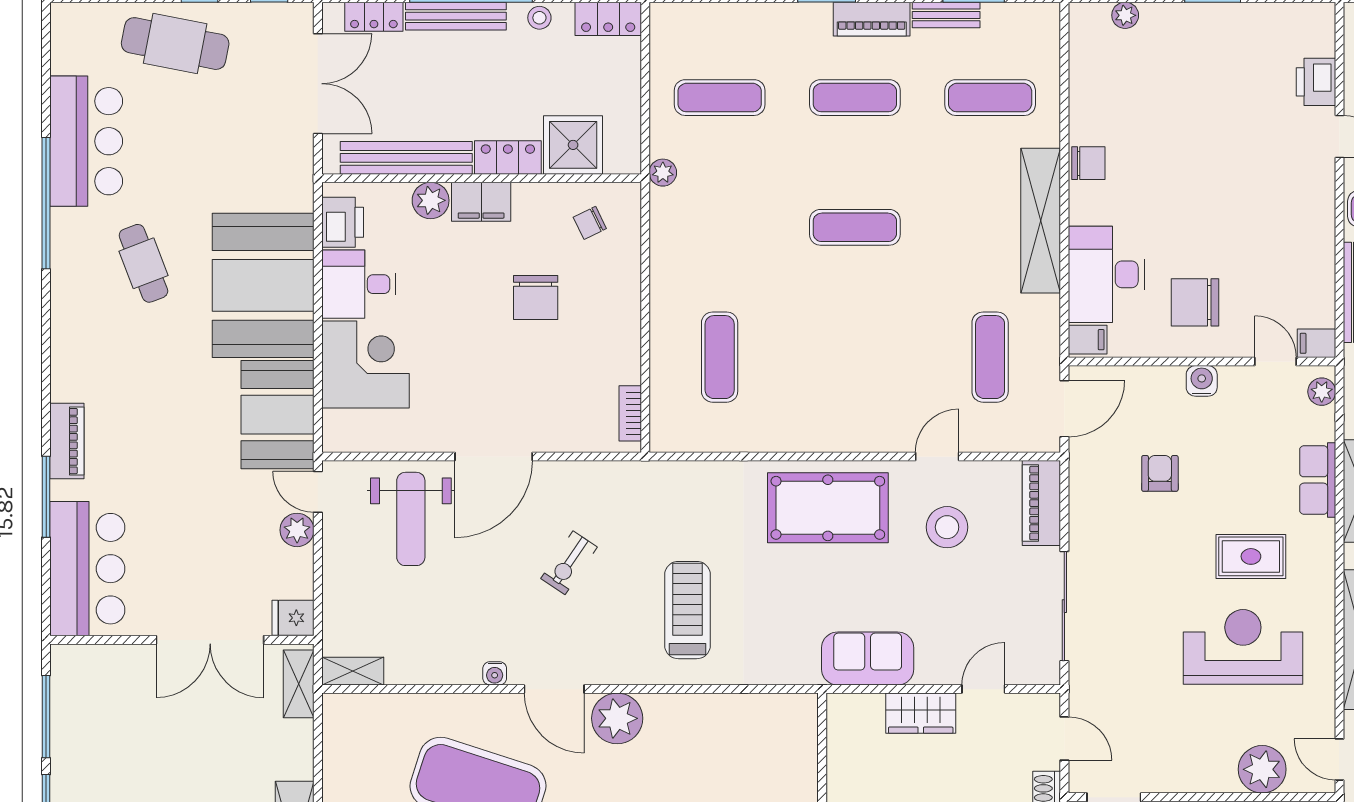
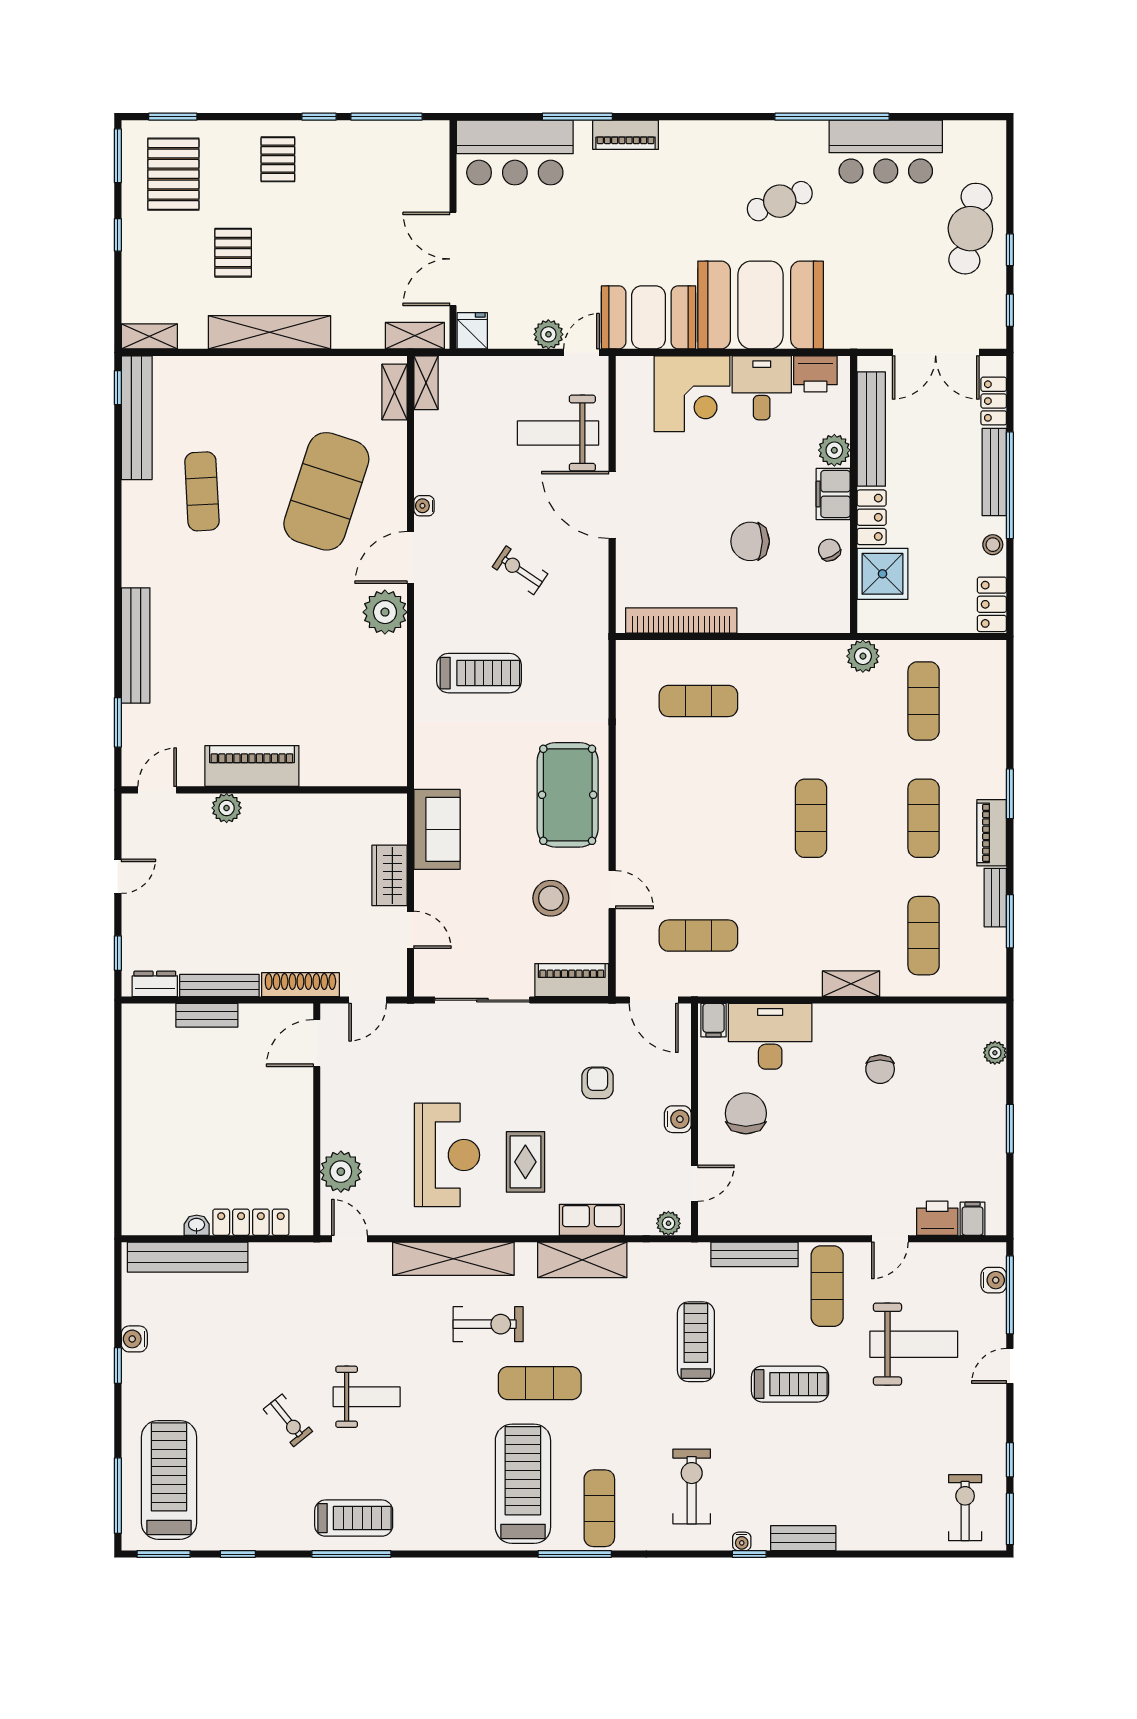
chair: (1088, 163) -> (880, 1069), moved
plant: (663, 173) -> (863, 656), width x1.38, depth x1.38
shelving: (1041, 221) -> (851, 984), width x0.45, depth x0.75
chair: (590, 223) -> (829, 550), moved
filing cabinet: (1316, 343) -> (972, 1219), moved
bookcase: (630, 413) -> (681, 620), width x2.31, depth x1.31
armchair: (1160, 473) -> (598, 1083), turned -90
shelving: (363, 707) -> (394, 392), added
door: (1339, 759) -> (349, 1239), hinge flipped

